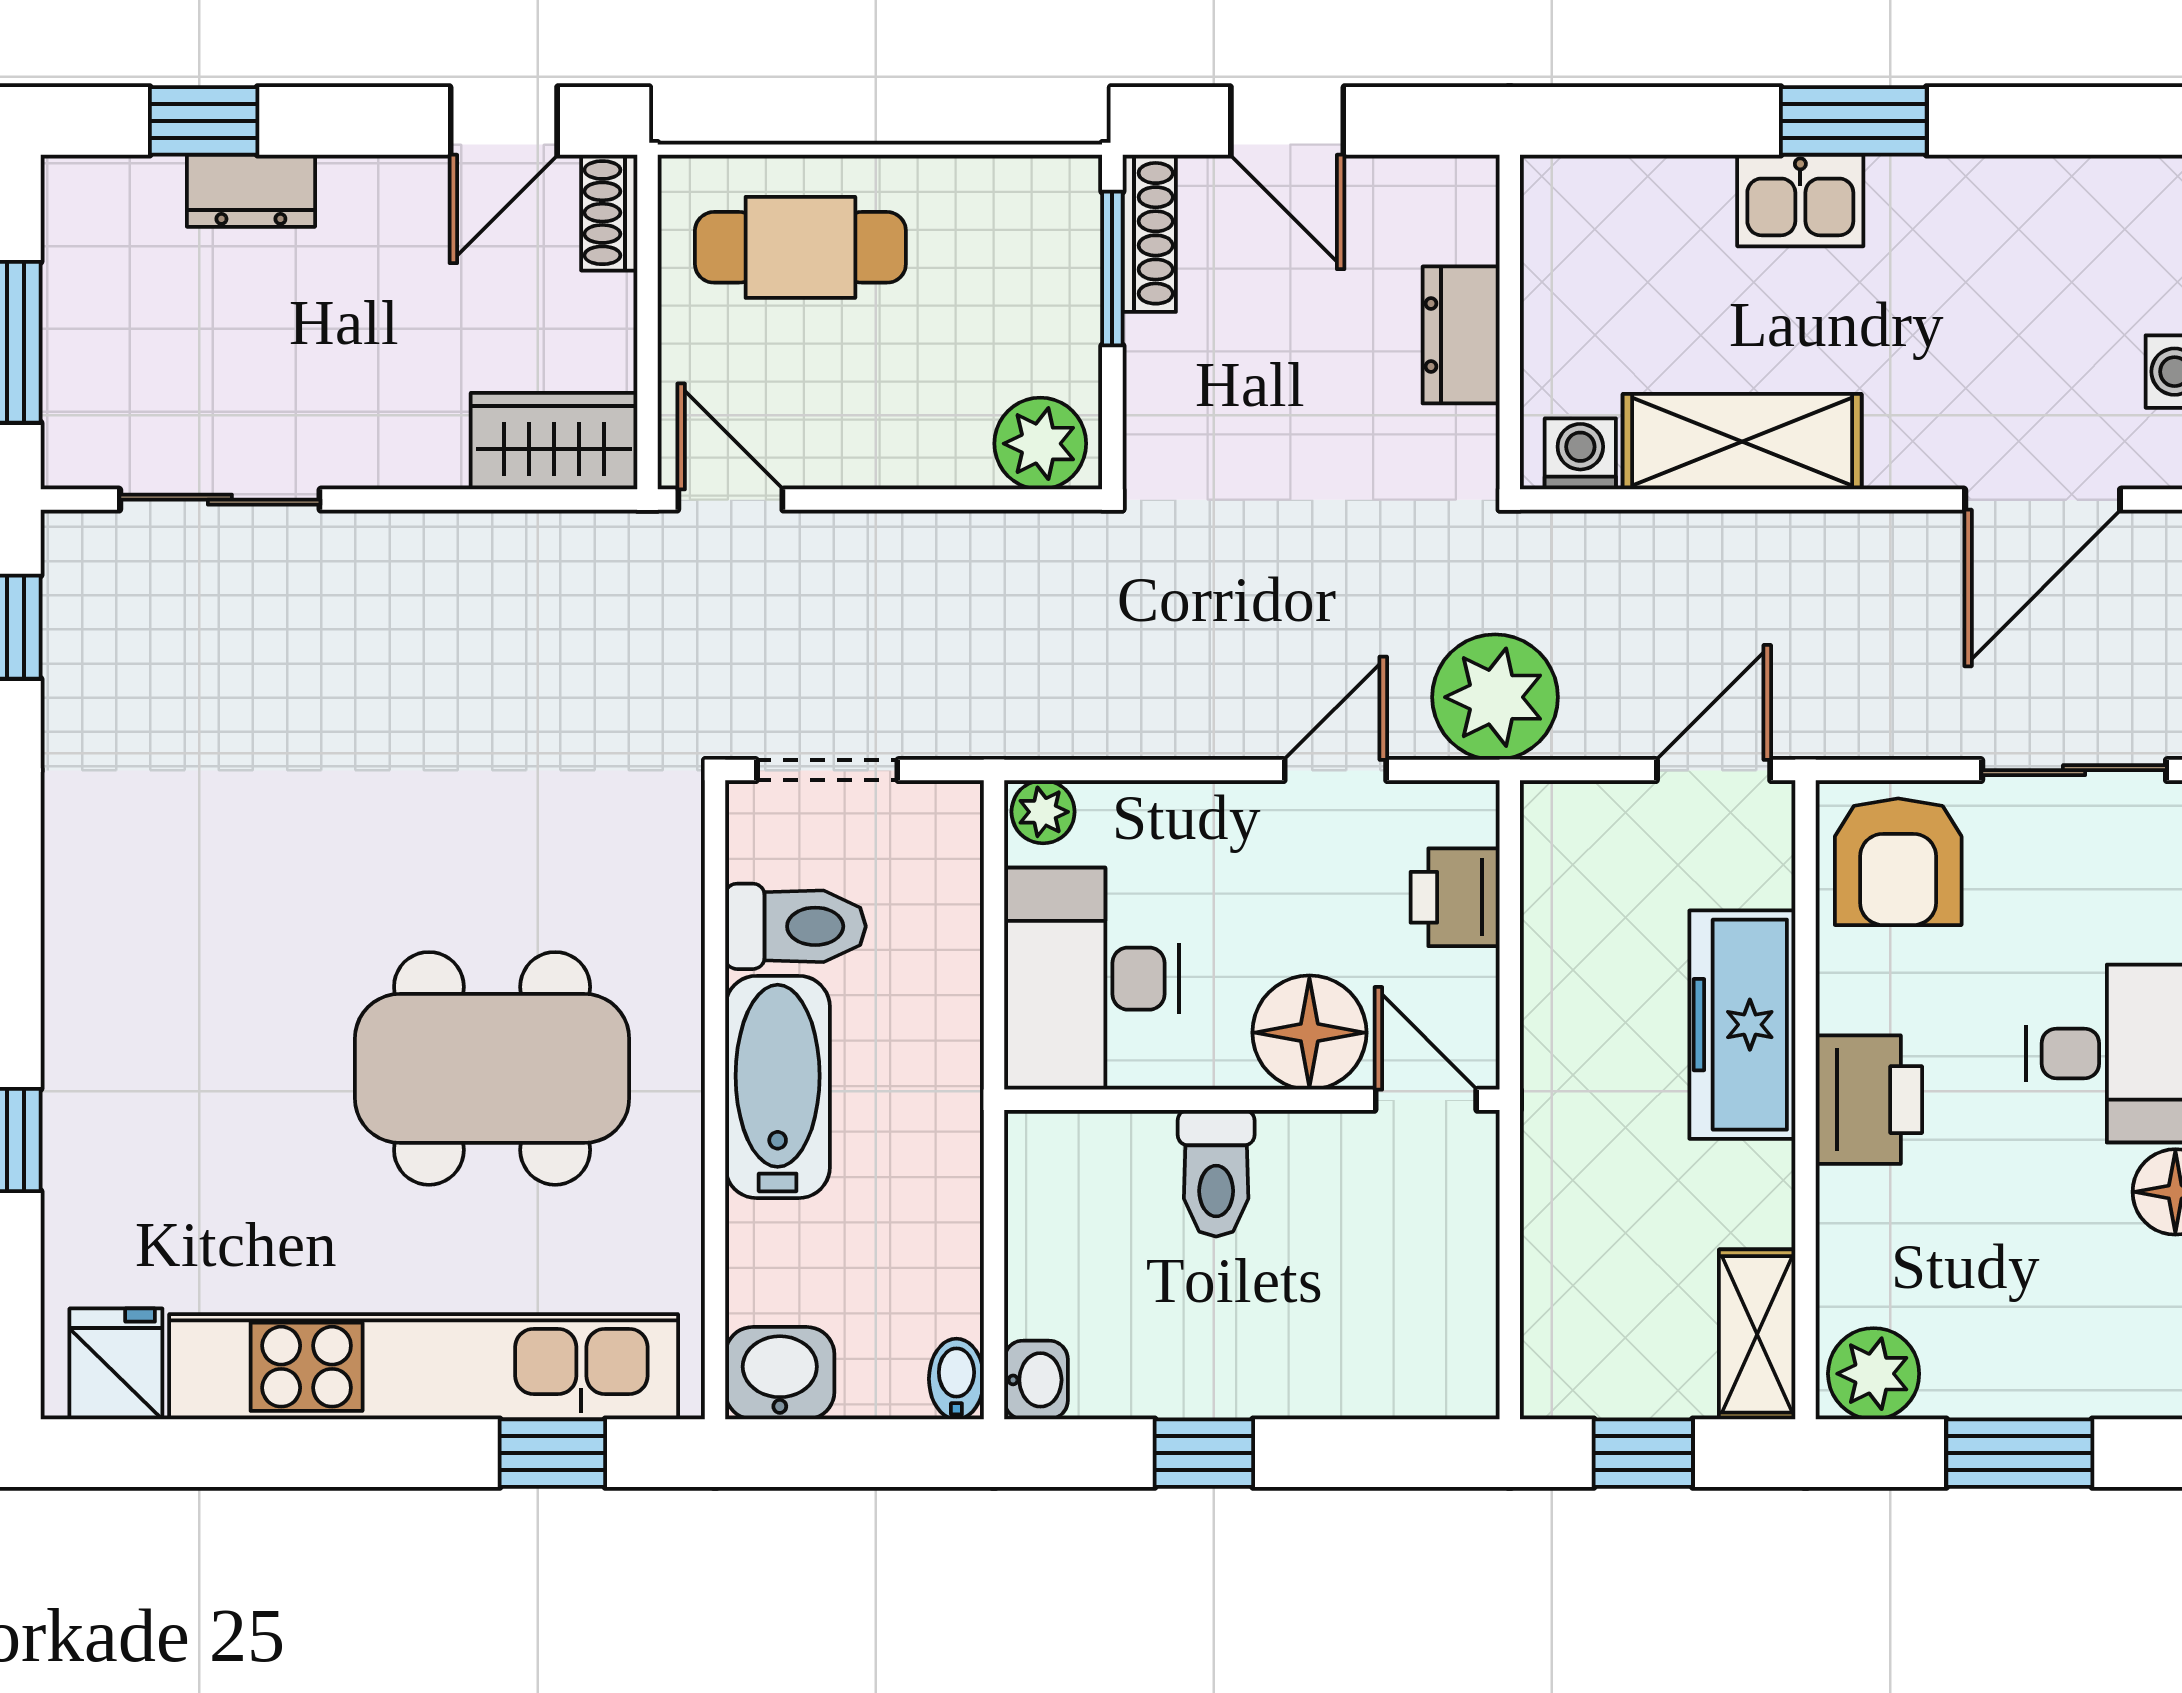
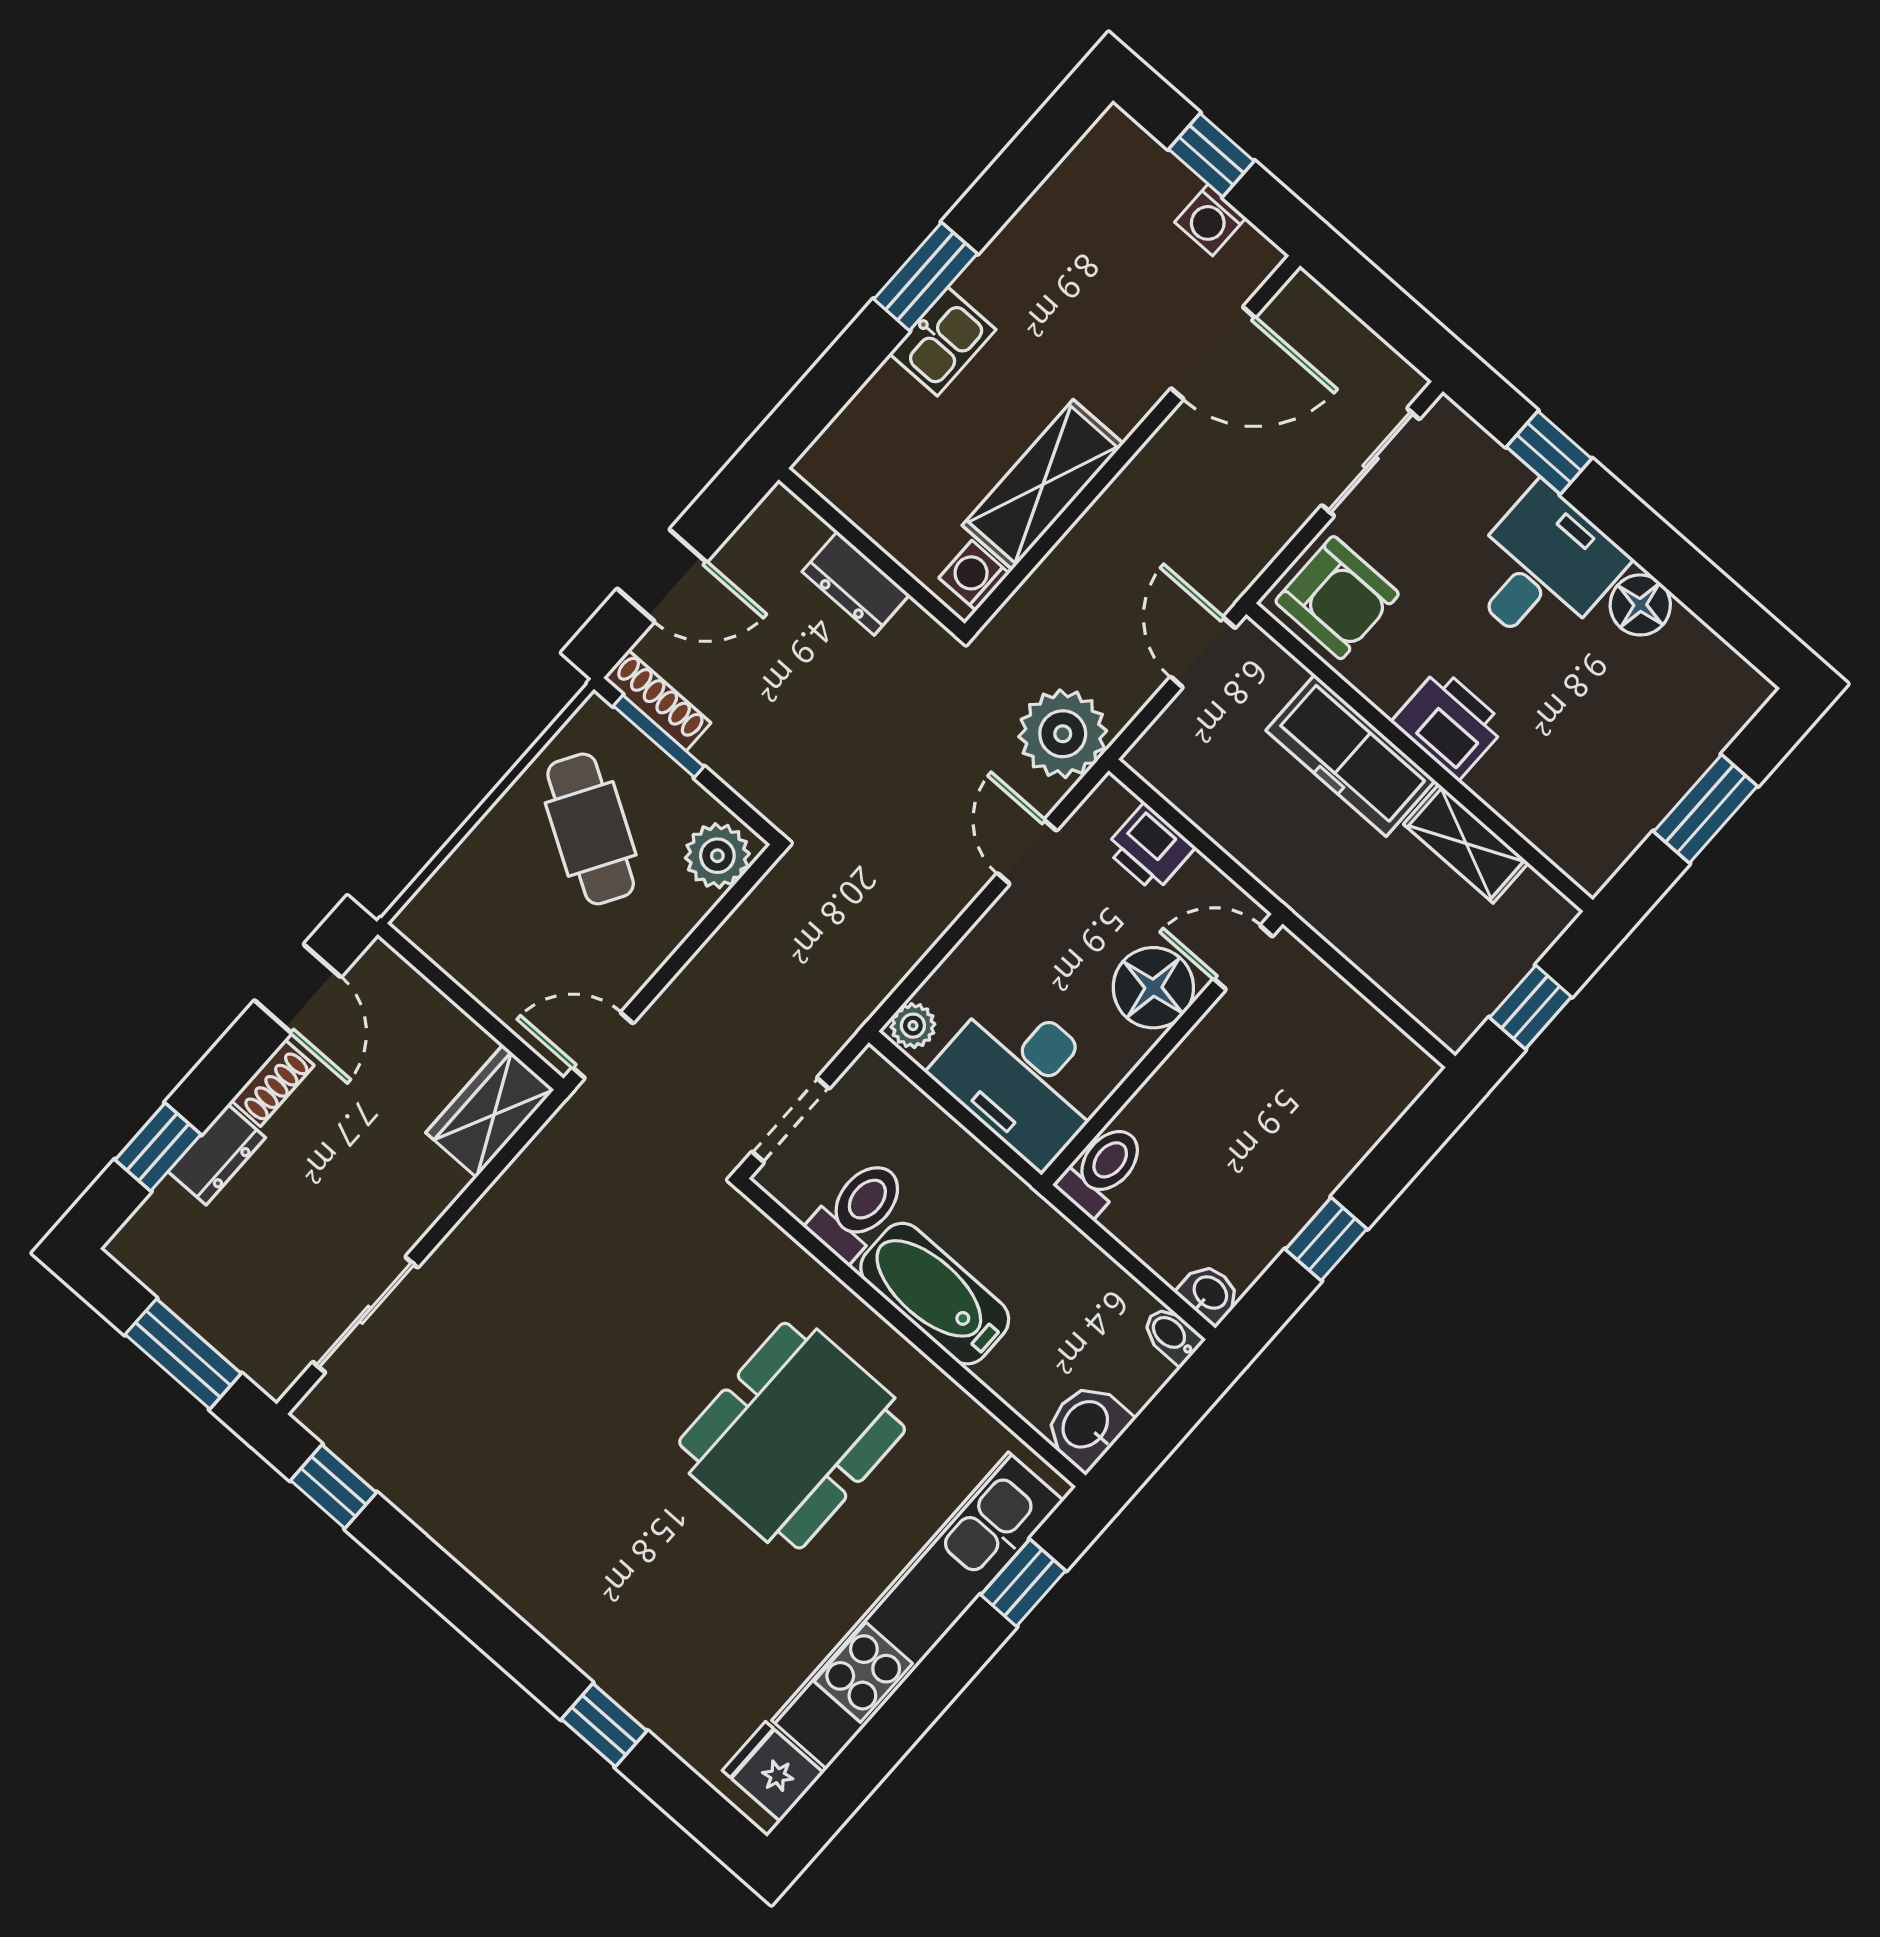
shoe rack: (609, 213) -> (273, 1083), moved, turned -90
cafe table: (800, 247) -> (591, 829), moved, turned -59
door: (2043, 500) -> (1213, 353), hinge flipped
toilet: (1216, 1173) -> (1102, 1169), moved, turned -90
shelving: (1757, 1334) -> (1466, 844), moved
plant: (1874, 1374) -> (1596, 849), removed

